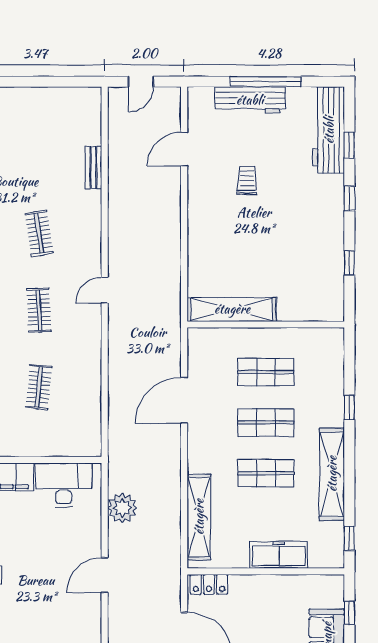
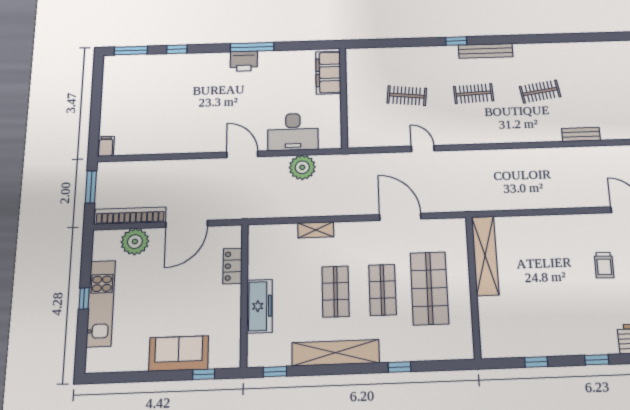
bench: (93, 167) -> (581, 134), moved
trolley: (247, 180) -> (604, 265), turned 91
door: (105, 290) -> (423, 149), moved
shop shelf: (266, 372) -> (429, 288), width x1.43, depth x1.36
desk: (64, 485) -> (293, 132), moved, turned 90
shelving: (199, 517) -> (316, 230), width x0.45, depth x0.75
locker: (209, 584) -> (233, 266), moved

